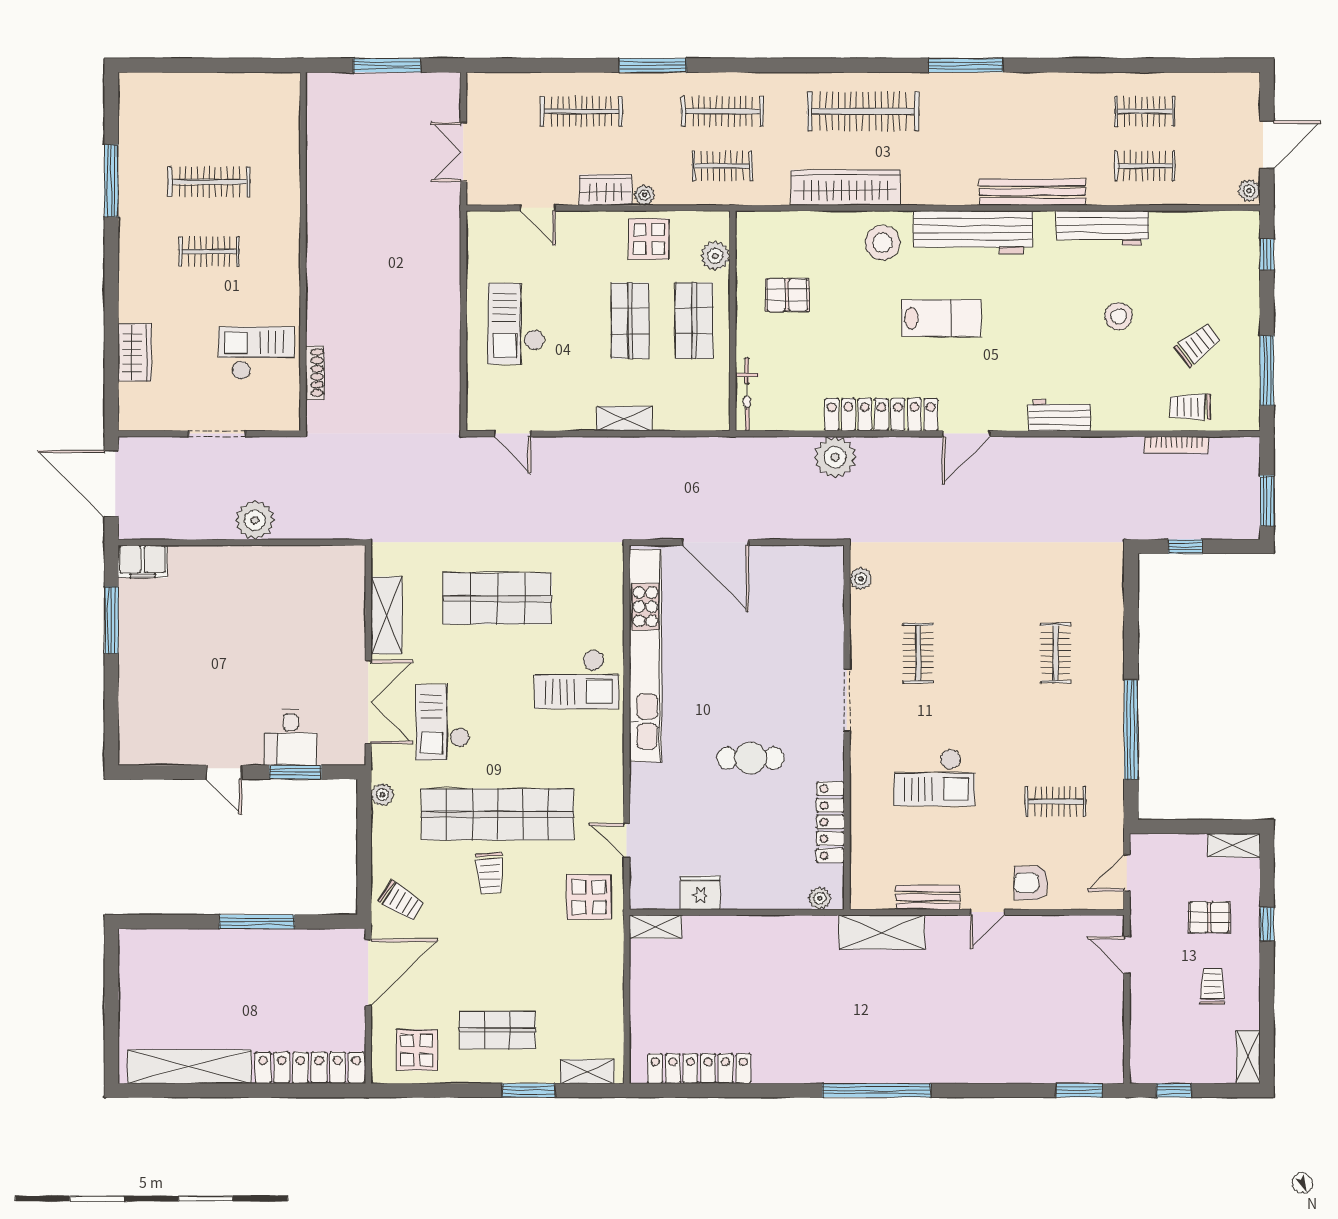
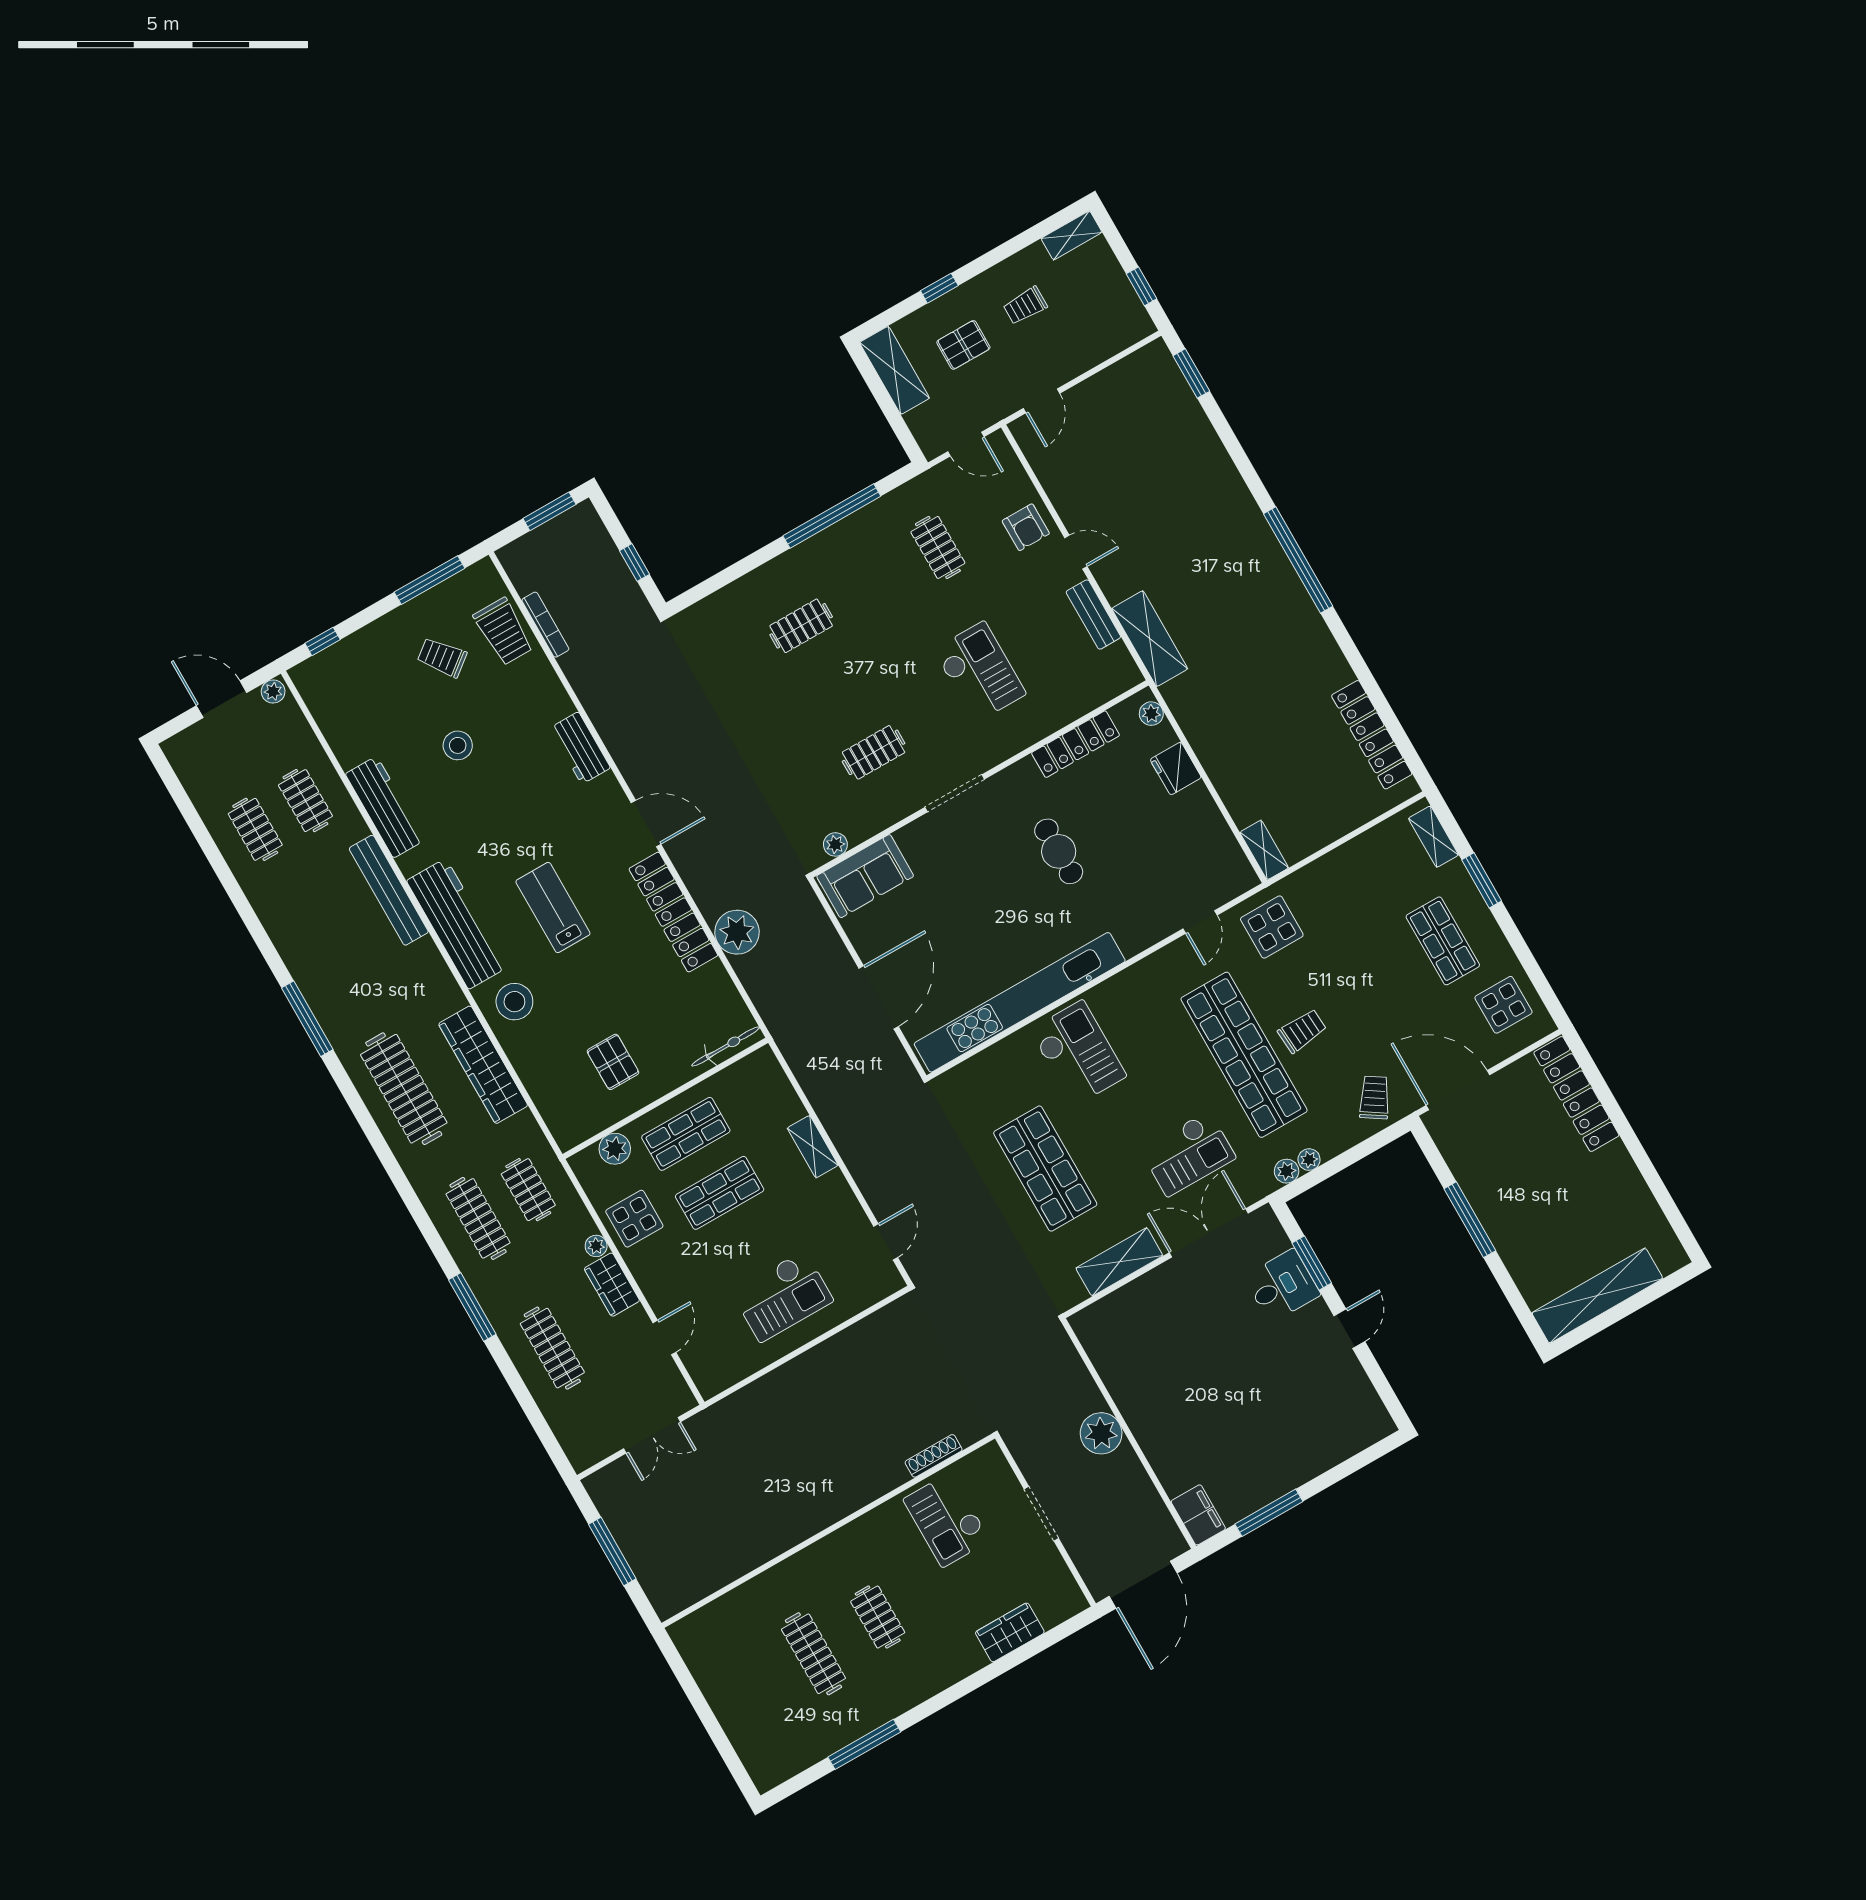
trolley: (1190, 407) -> (503, 631), width x1.36, depth x1.39
sofa: (821, 588) -> (865, 876), added
plant: (381, 818) -> (1309, 1160), added
shelving: (1234, 845) -> (895, 370), width x1.50, depth x1.33
fridge: (700, 893) -> (1176, 768), moved
pallet: (1209, 917) -> (963, 345), turned 90
shelving: (190, 1067) -> (1597, 1296), moved, turned 90

